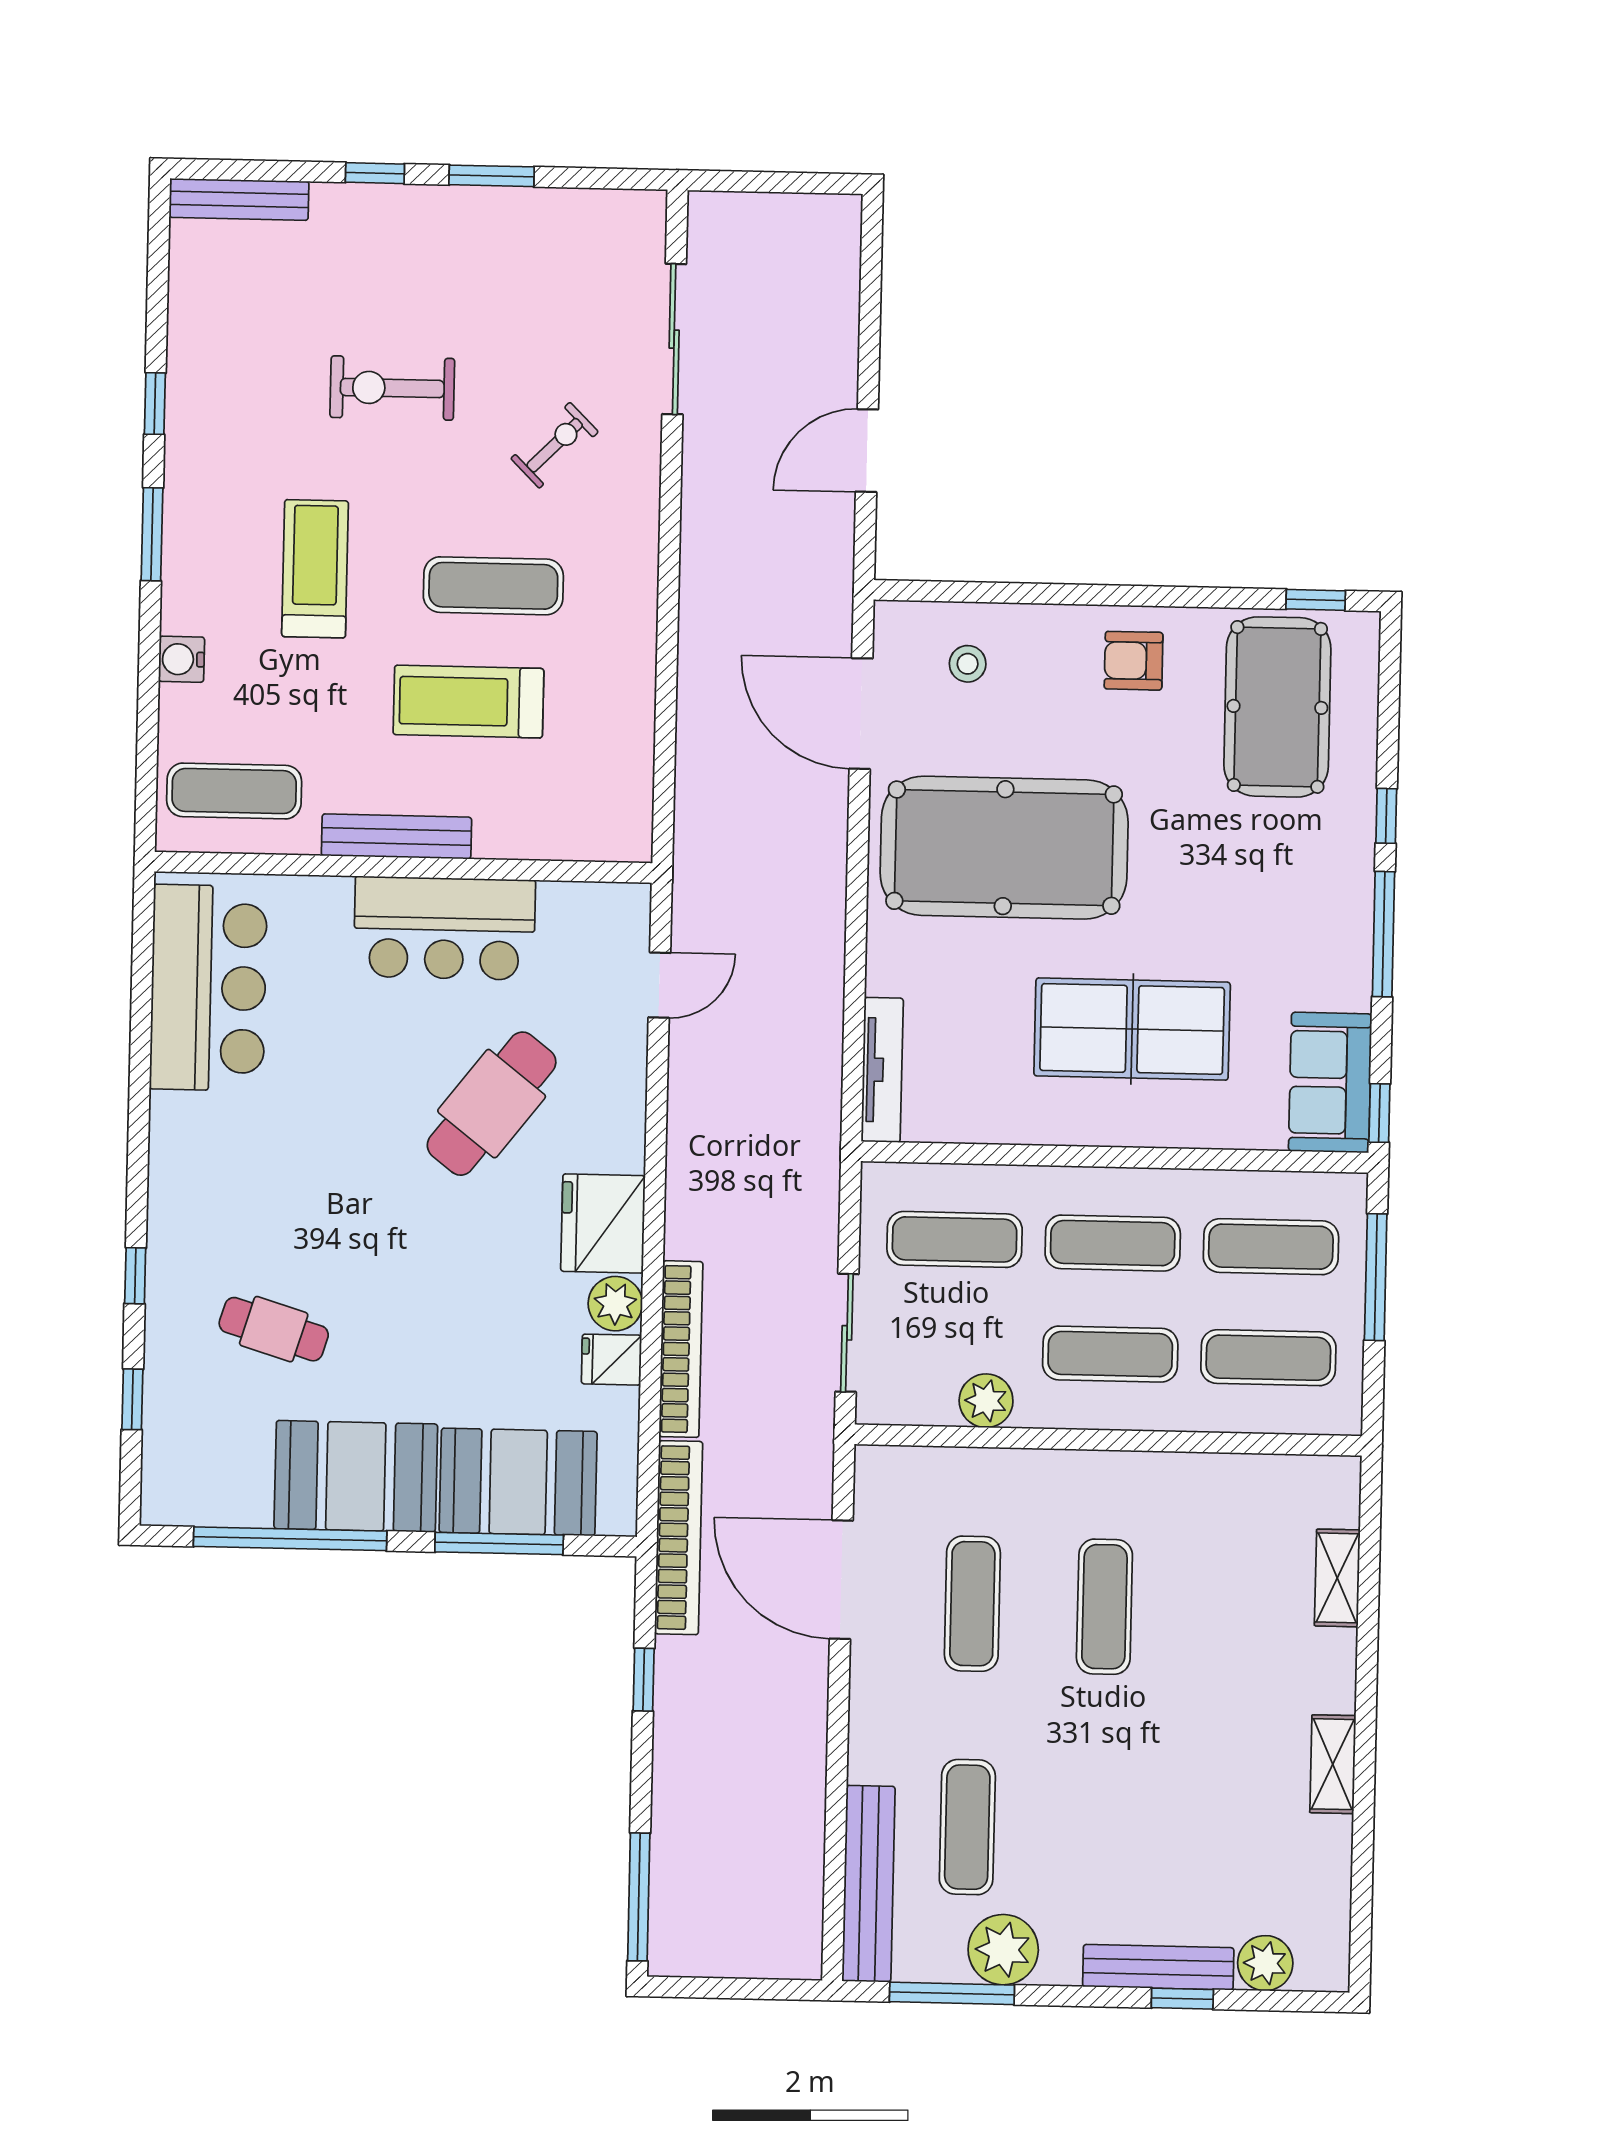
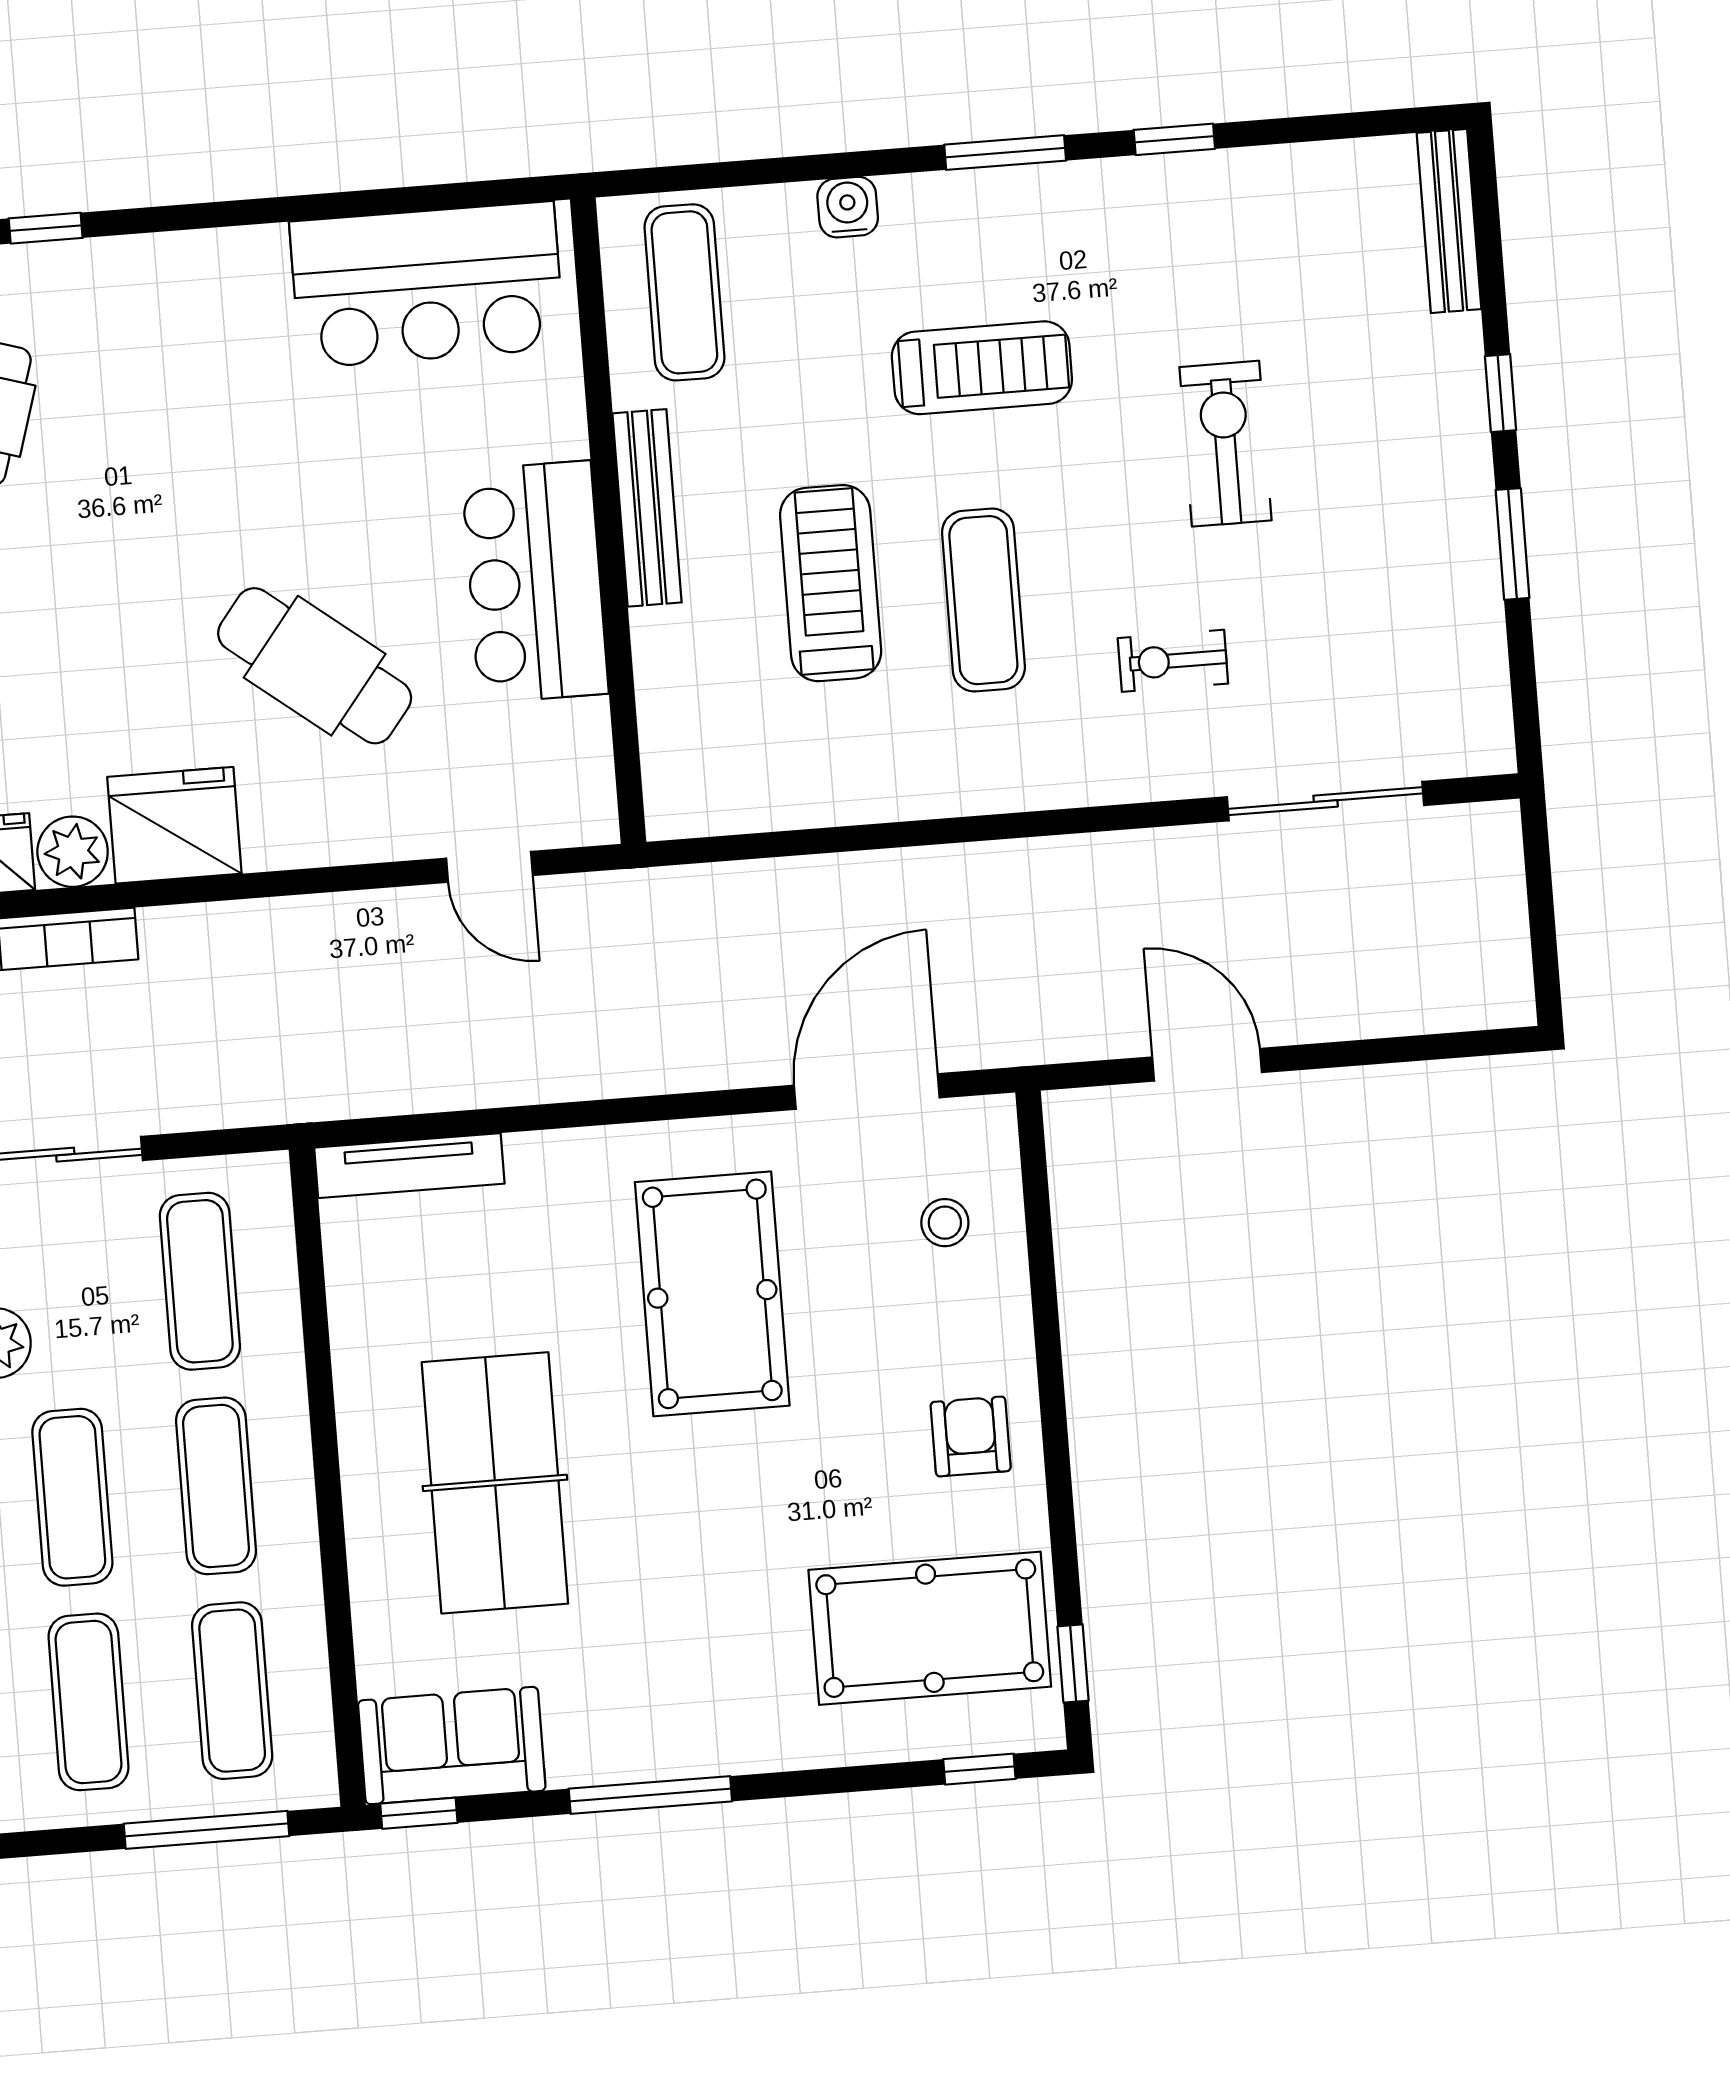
exercise bike: (555, 445) -> (1173, 661), turned 135
window: (1386, 816) -> (979, 1769), moved
pool table: (1004, 848) -> (712, 1294), width x0.73, depth x0.76

